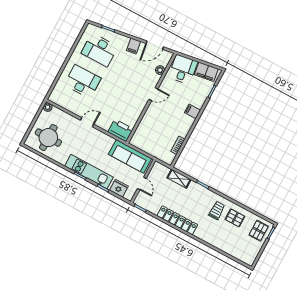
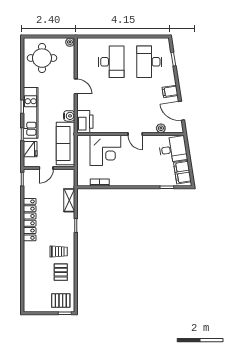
filing cabinet: (193, 111) -> (139, 179), removed
corner desk: (154, 126) -> (105, 150), added
water cooler: (109, 141) -> (69, 116), added

